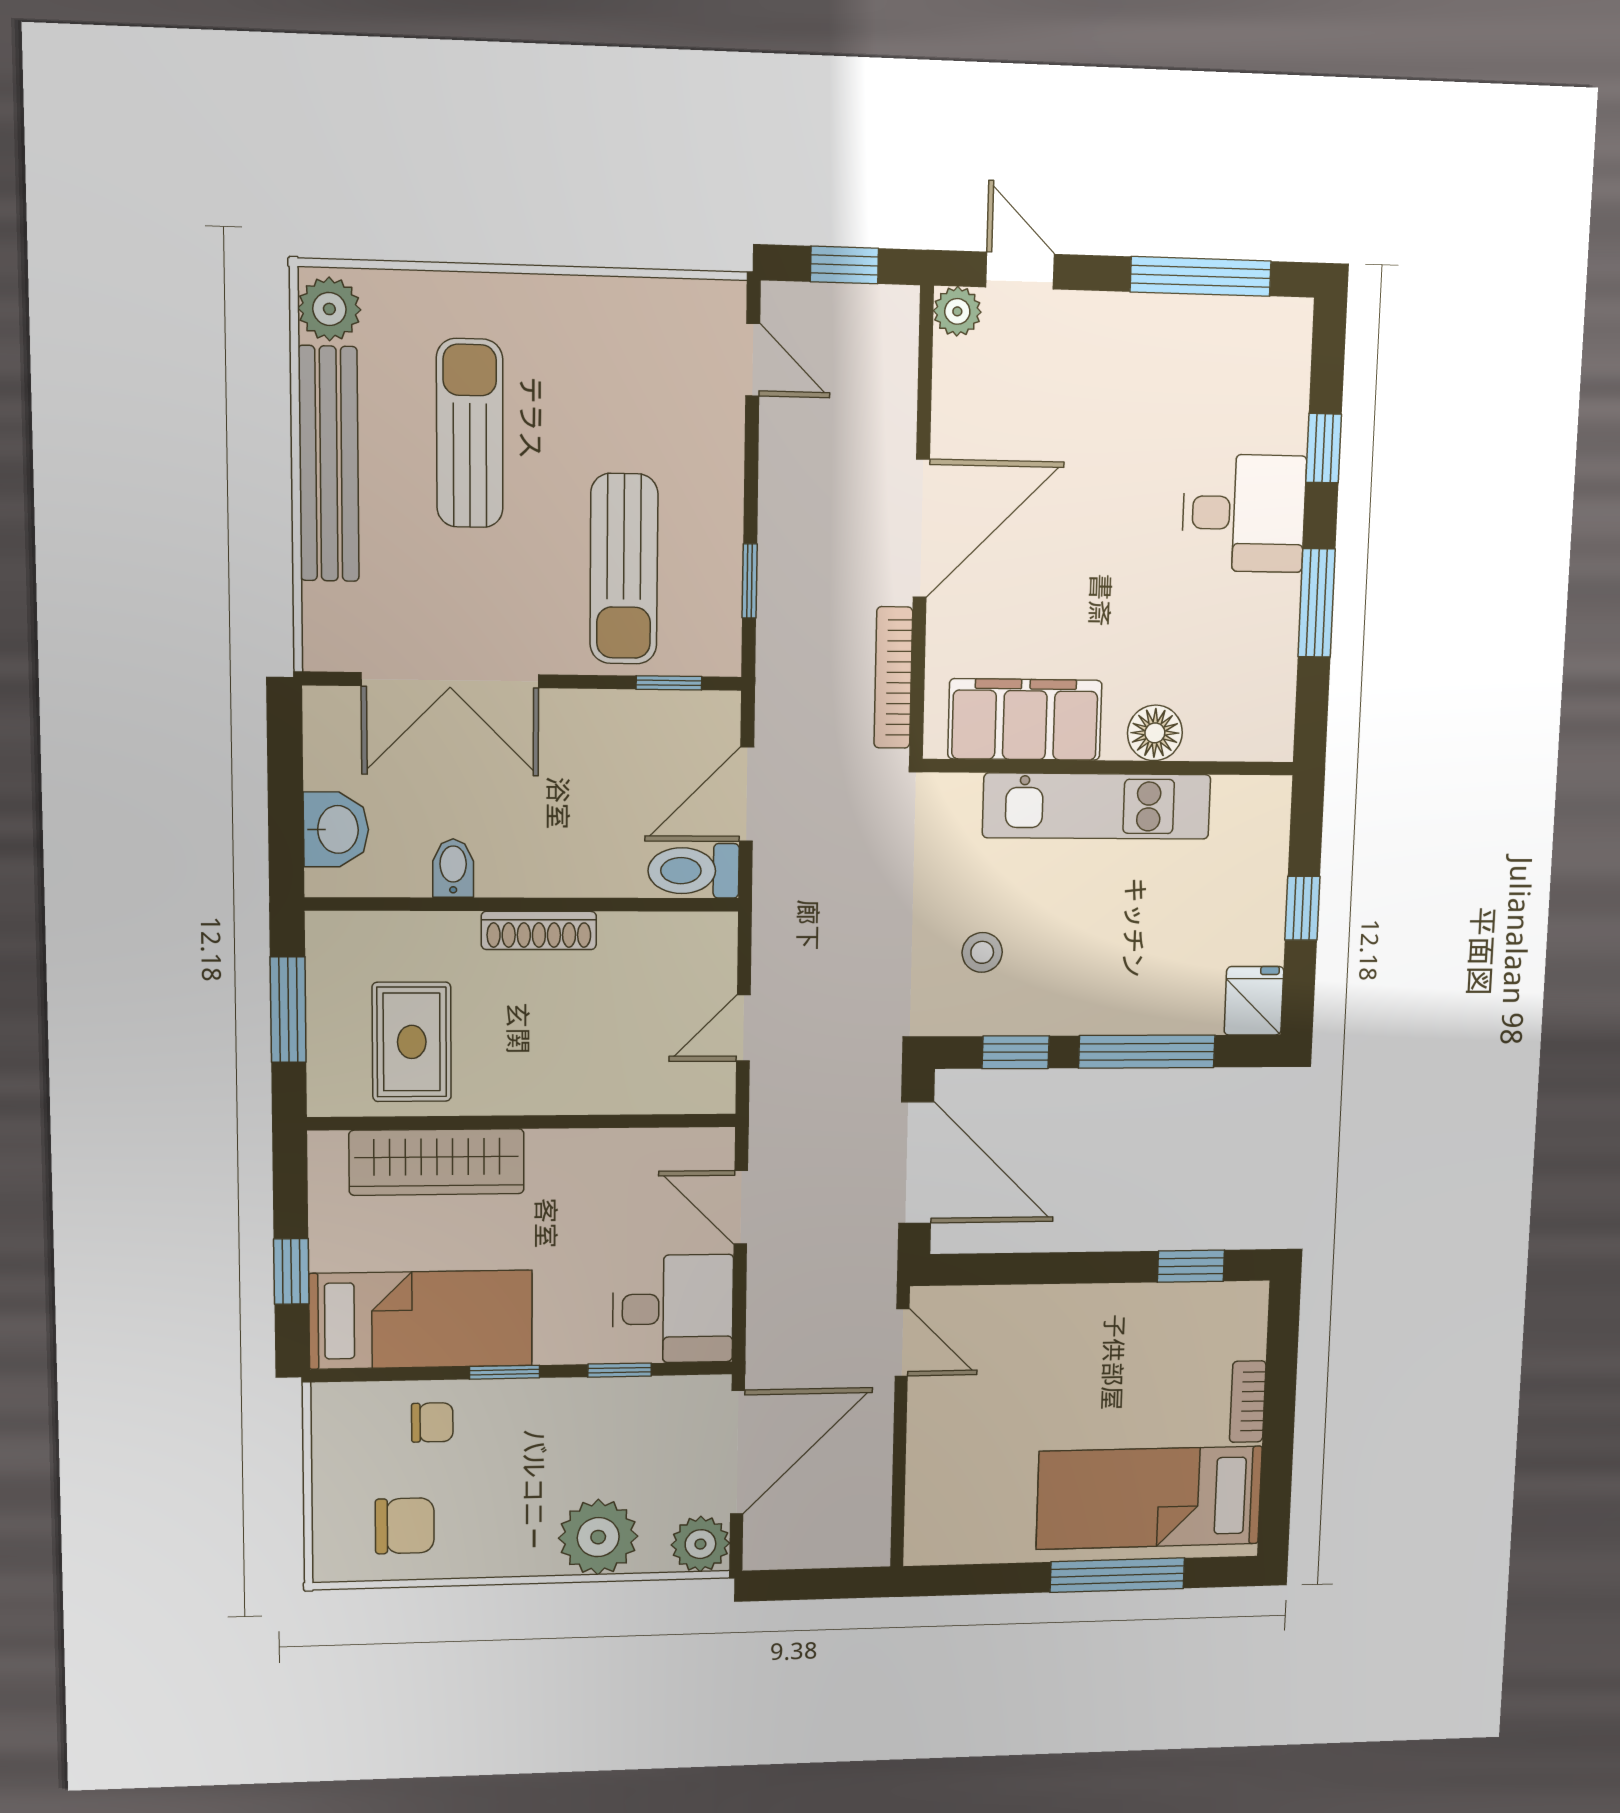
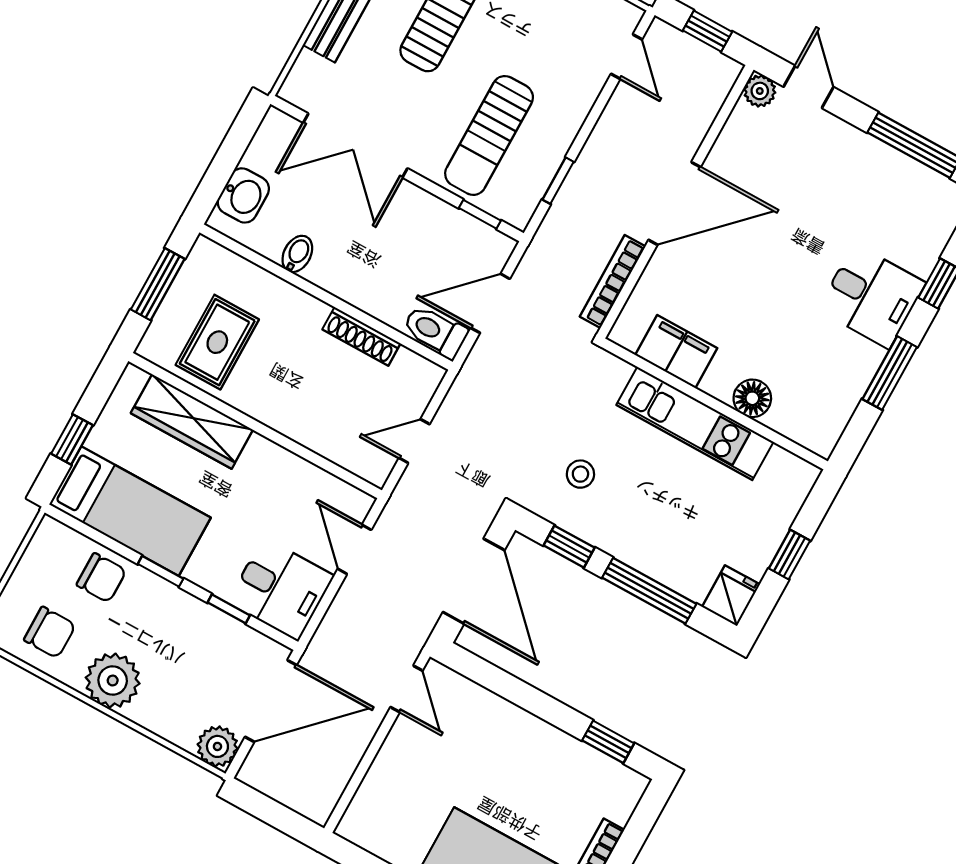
filing cabinet: (1025, 720) -> (676, 352), width x0.67, depth x0.86
shoe rack: (539, 930) -> (361, 336), moved
chair: (432, 1422) -> (101, 578), width x1.37, depth x1.37
plant: (598, 1537) -> (113, 681), moved

